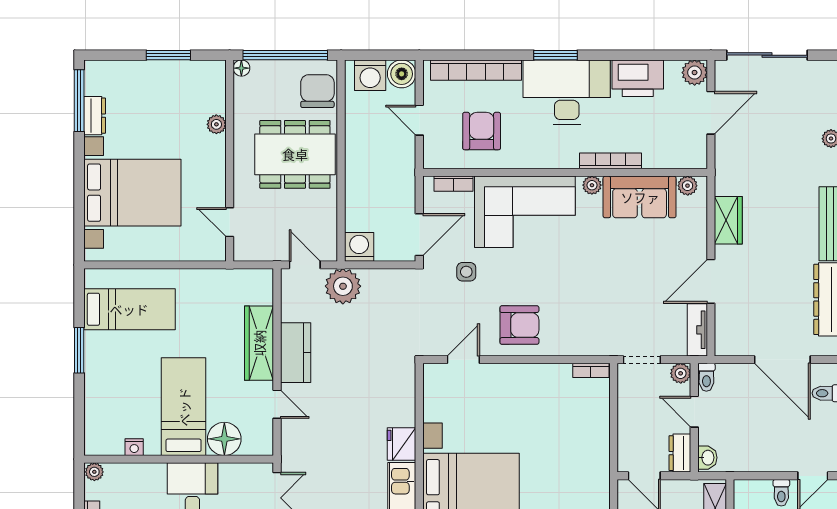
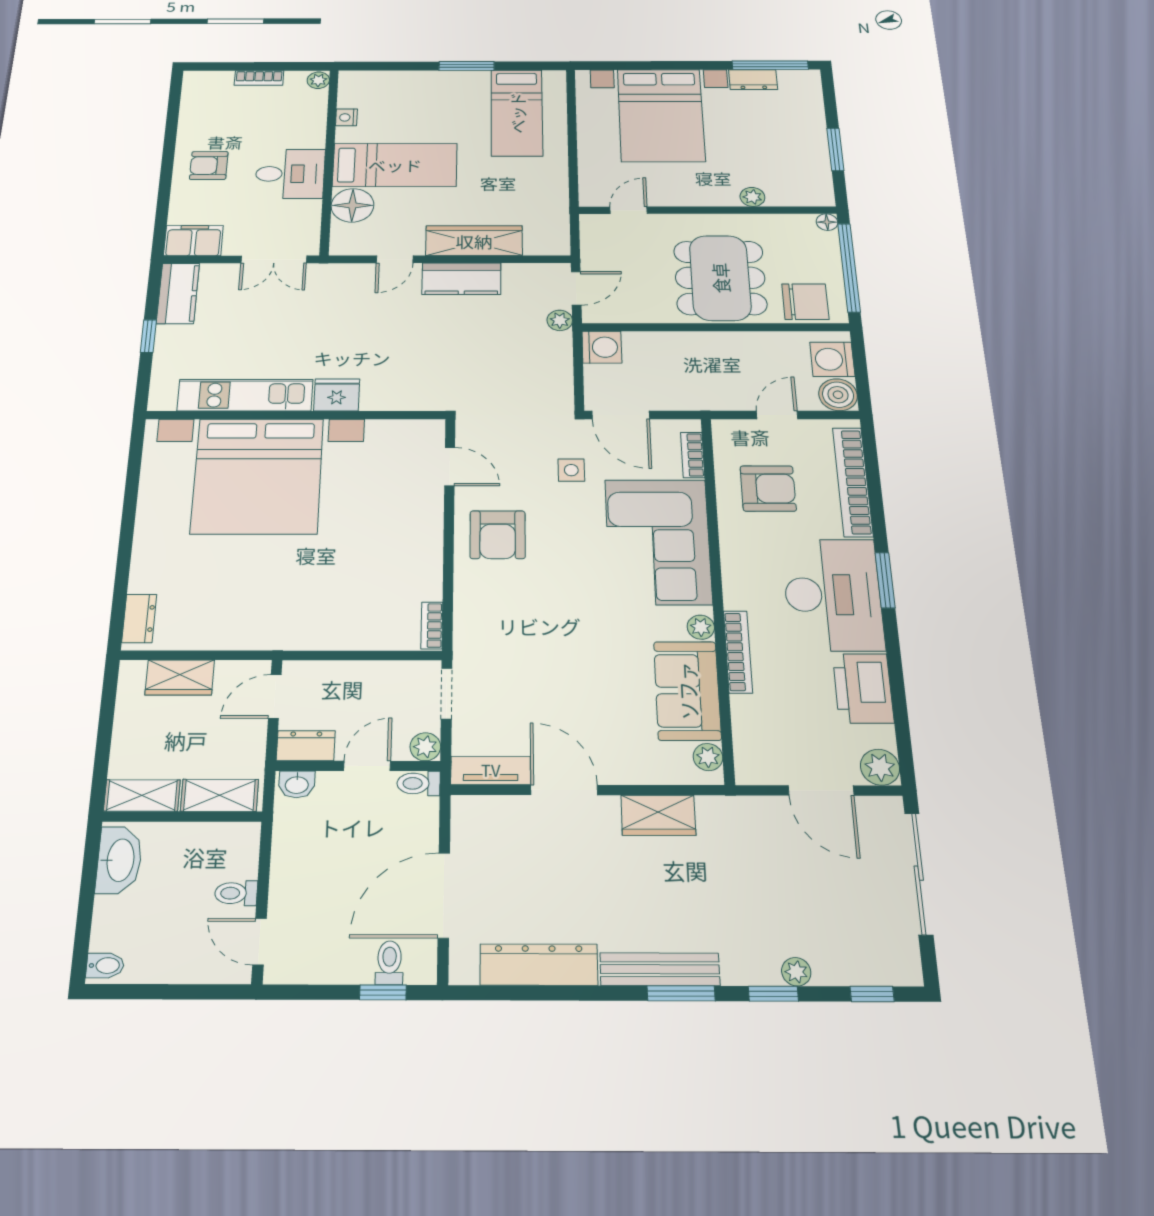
plant: (343, 286) -> (560, 320), width x0.53, depth x0.53

